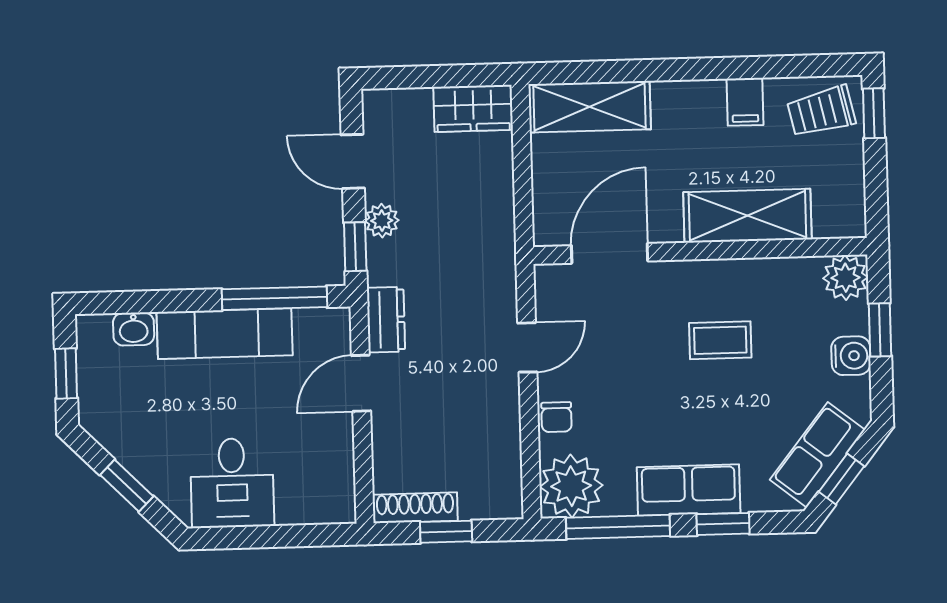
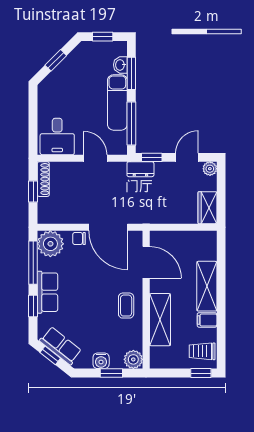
shelving: (590, 107) -> (207, 286), moved
trolley: (821, 111) -> (202, 351), turned -77
plant: (382, 221) -> (210, 169), moved
window: (153, 302) -> (131, 73), added
dresser: (386, 320) -> (140, 169), moved
coffee table: (720, 340) -> (126, 306), moved
door: (527, 347) -> (108, 227), width x1.87
desk: (232, 483) -> (57, 136), moved, turned -90

